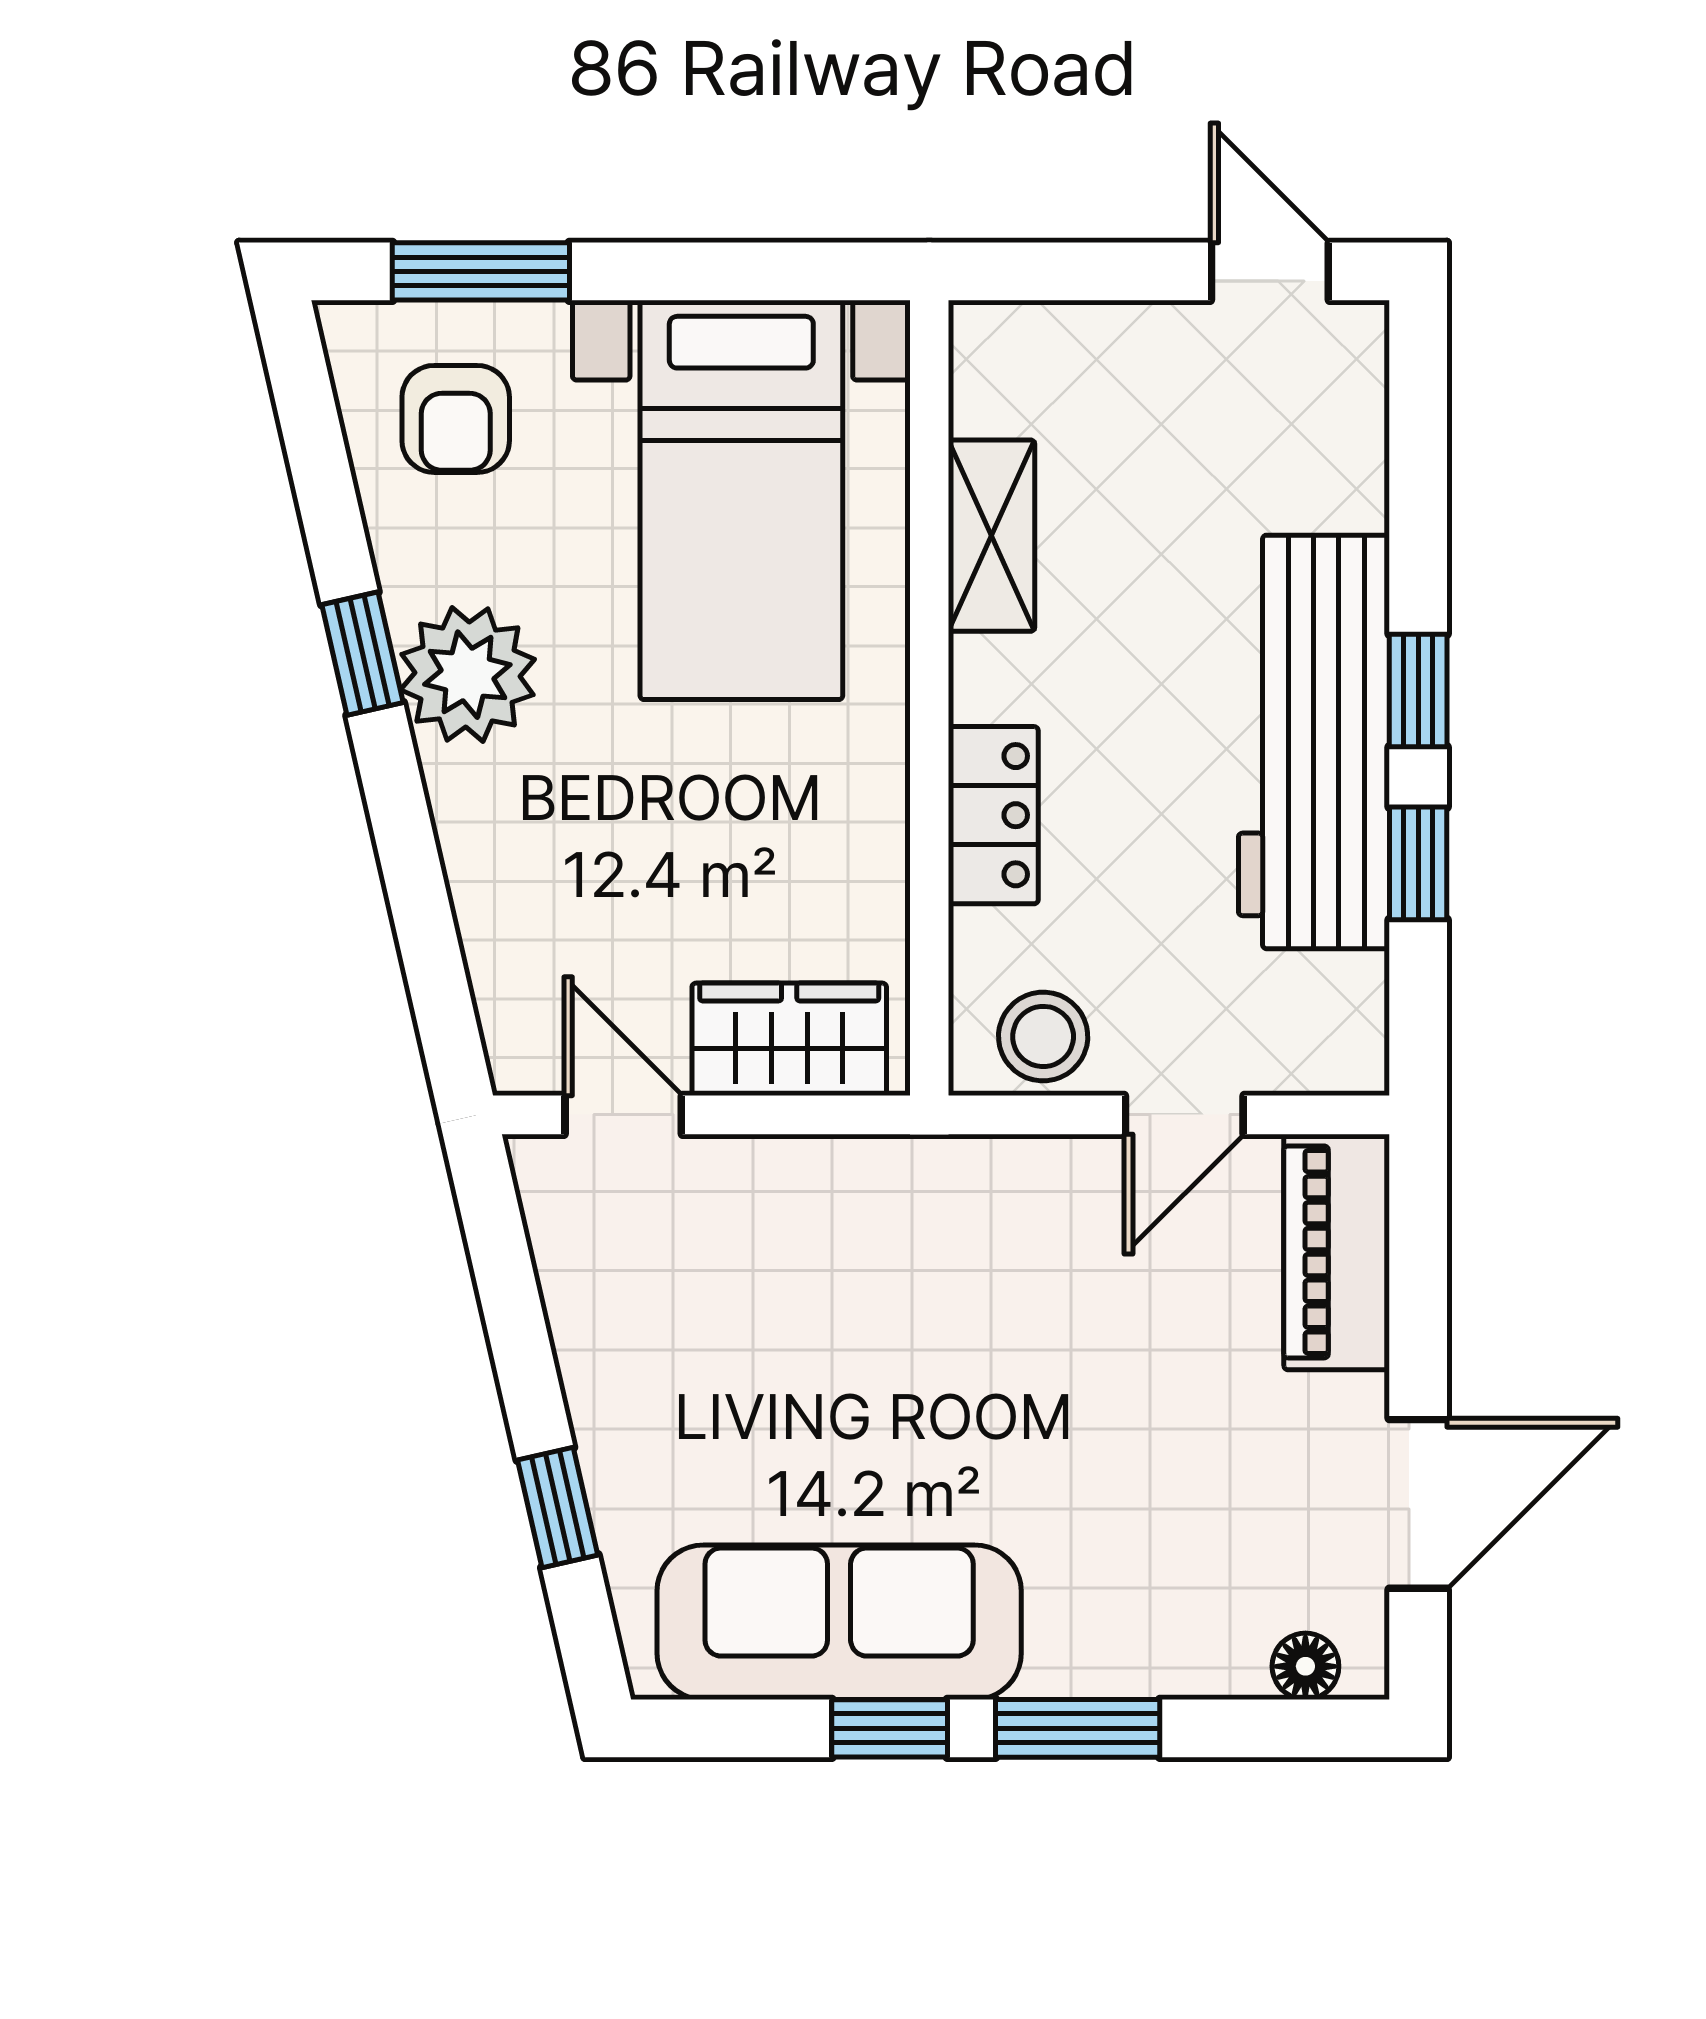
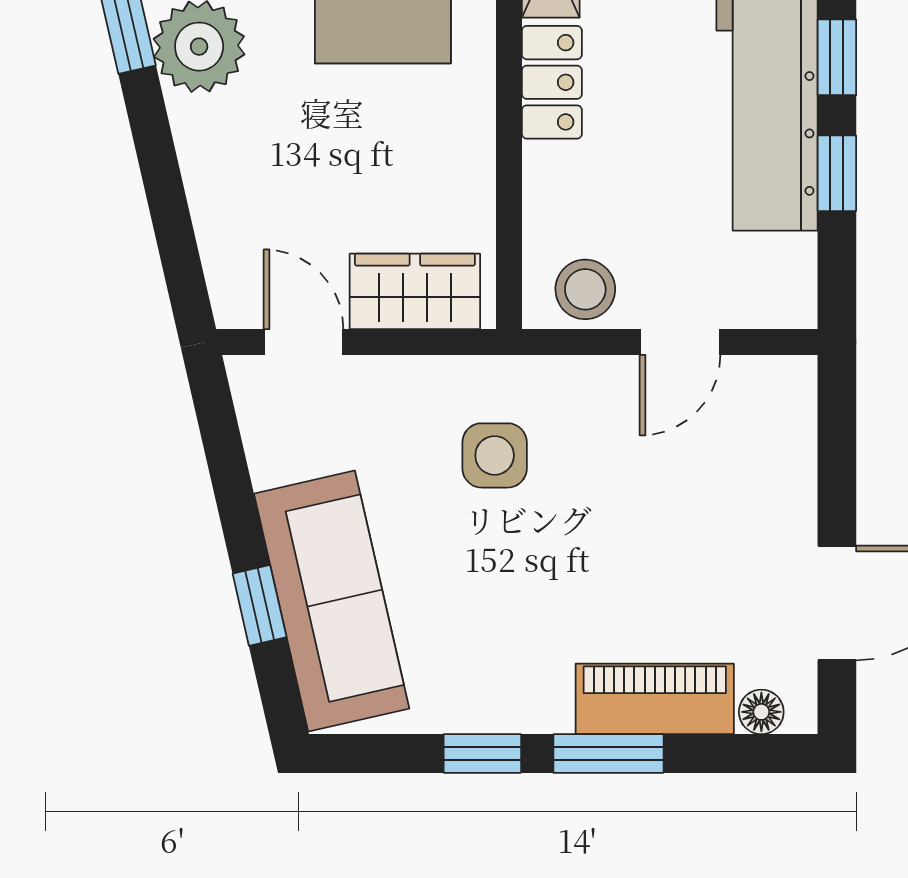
locker: (993, 815) -> (552, 82), moved
piano: (1337, 1252) -> (655, 699), moved, turned 90
side table: (908, 1284) -> (495, 455), added
sofa: (839, 1622) -> (332, 601), moved, turned 77

